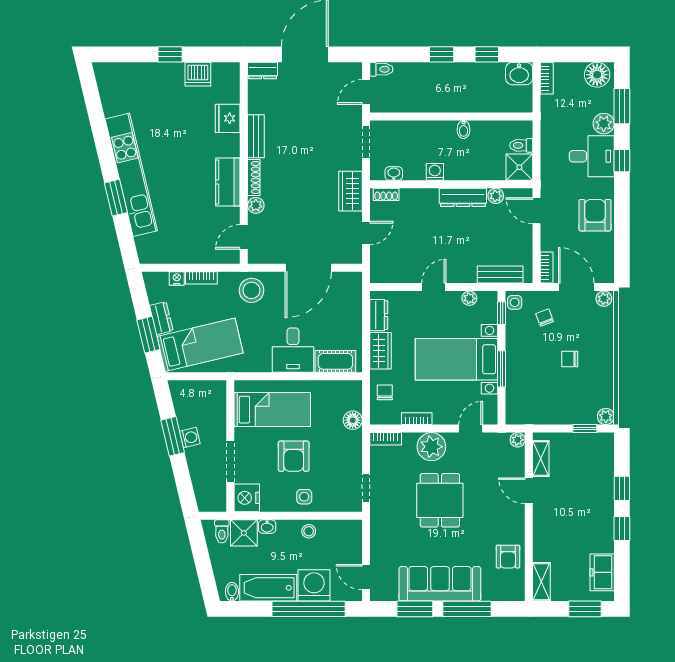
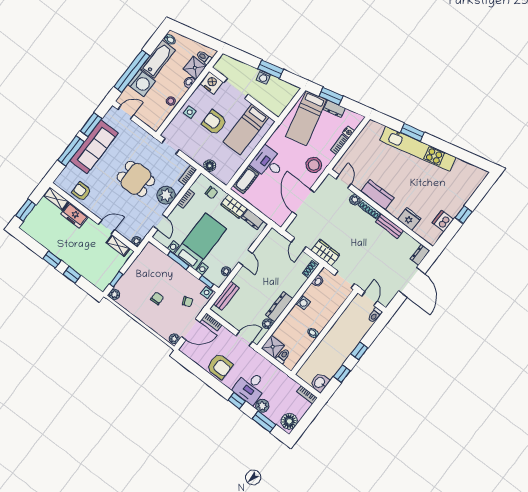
freezer: (602, 572) -> (75, 215), moved, turned 180

